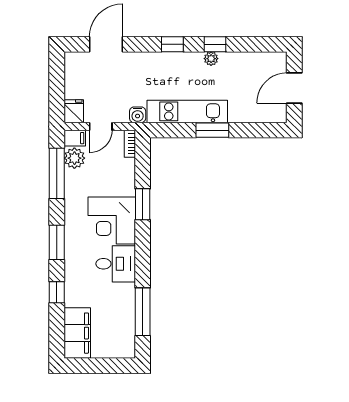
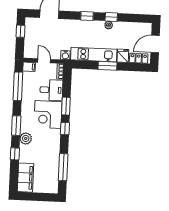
window: (57, 76) -> (20, 31), added
fridge: (74, 111) -> (123, 56), moved
locker: (266, 114) -> (139, 58), added
door: (101, 126) -> (44, 61), swing flipped
plant: (74, 158) -> (26, 139), moved
window: (143, 244) -> (65, 129), added
desk: (116, 264) -> (51, 90), moved

